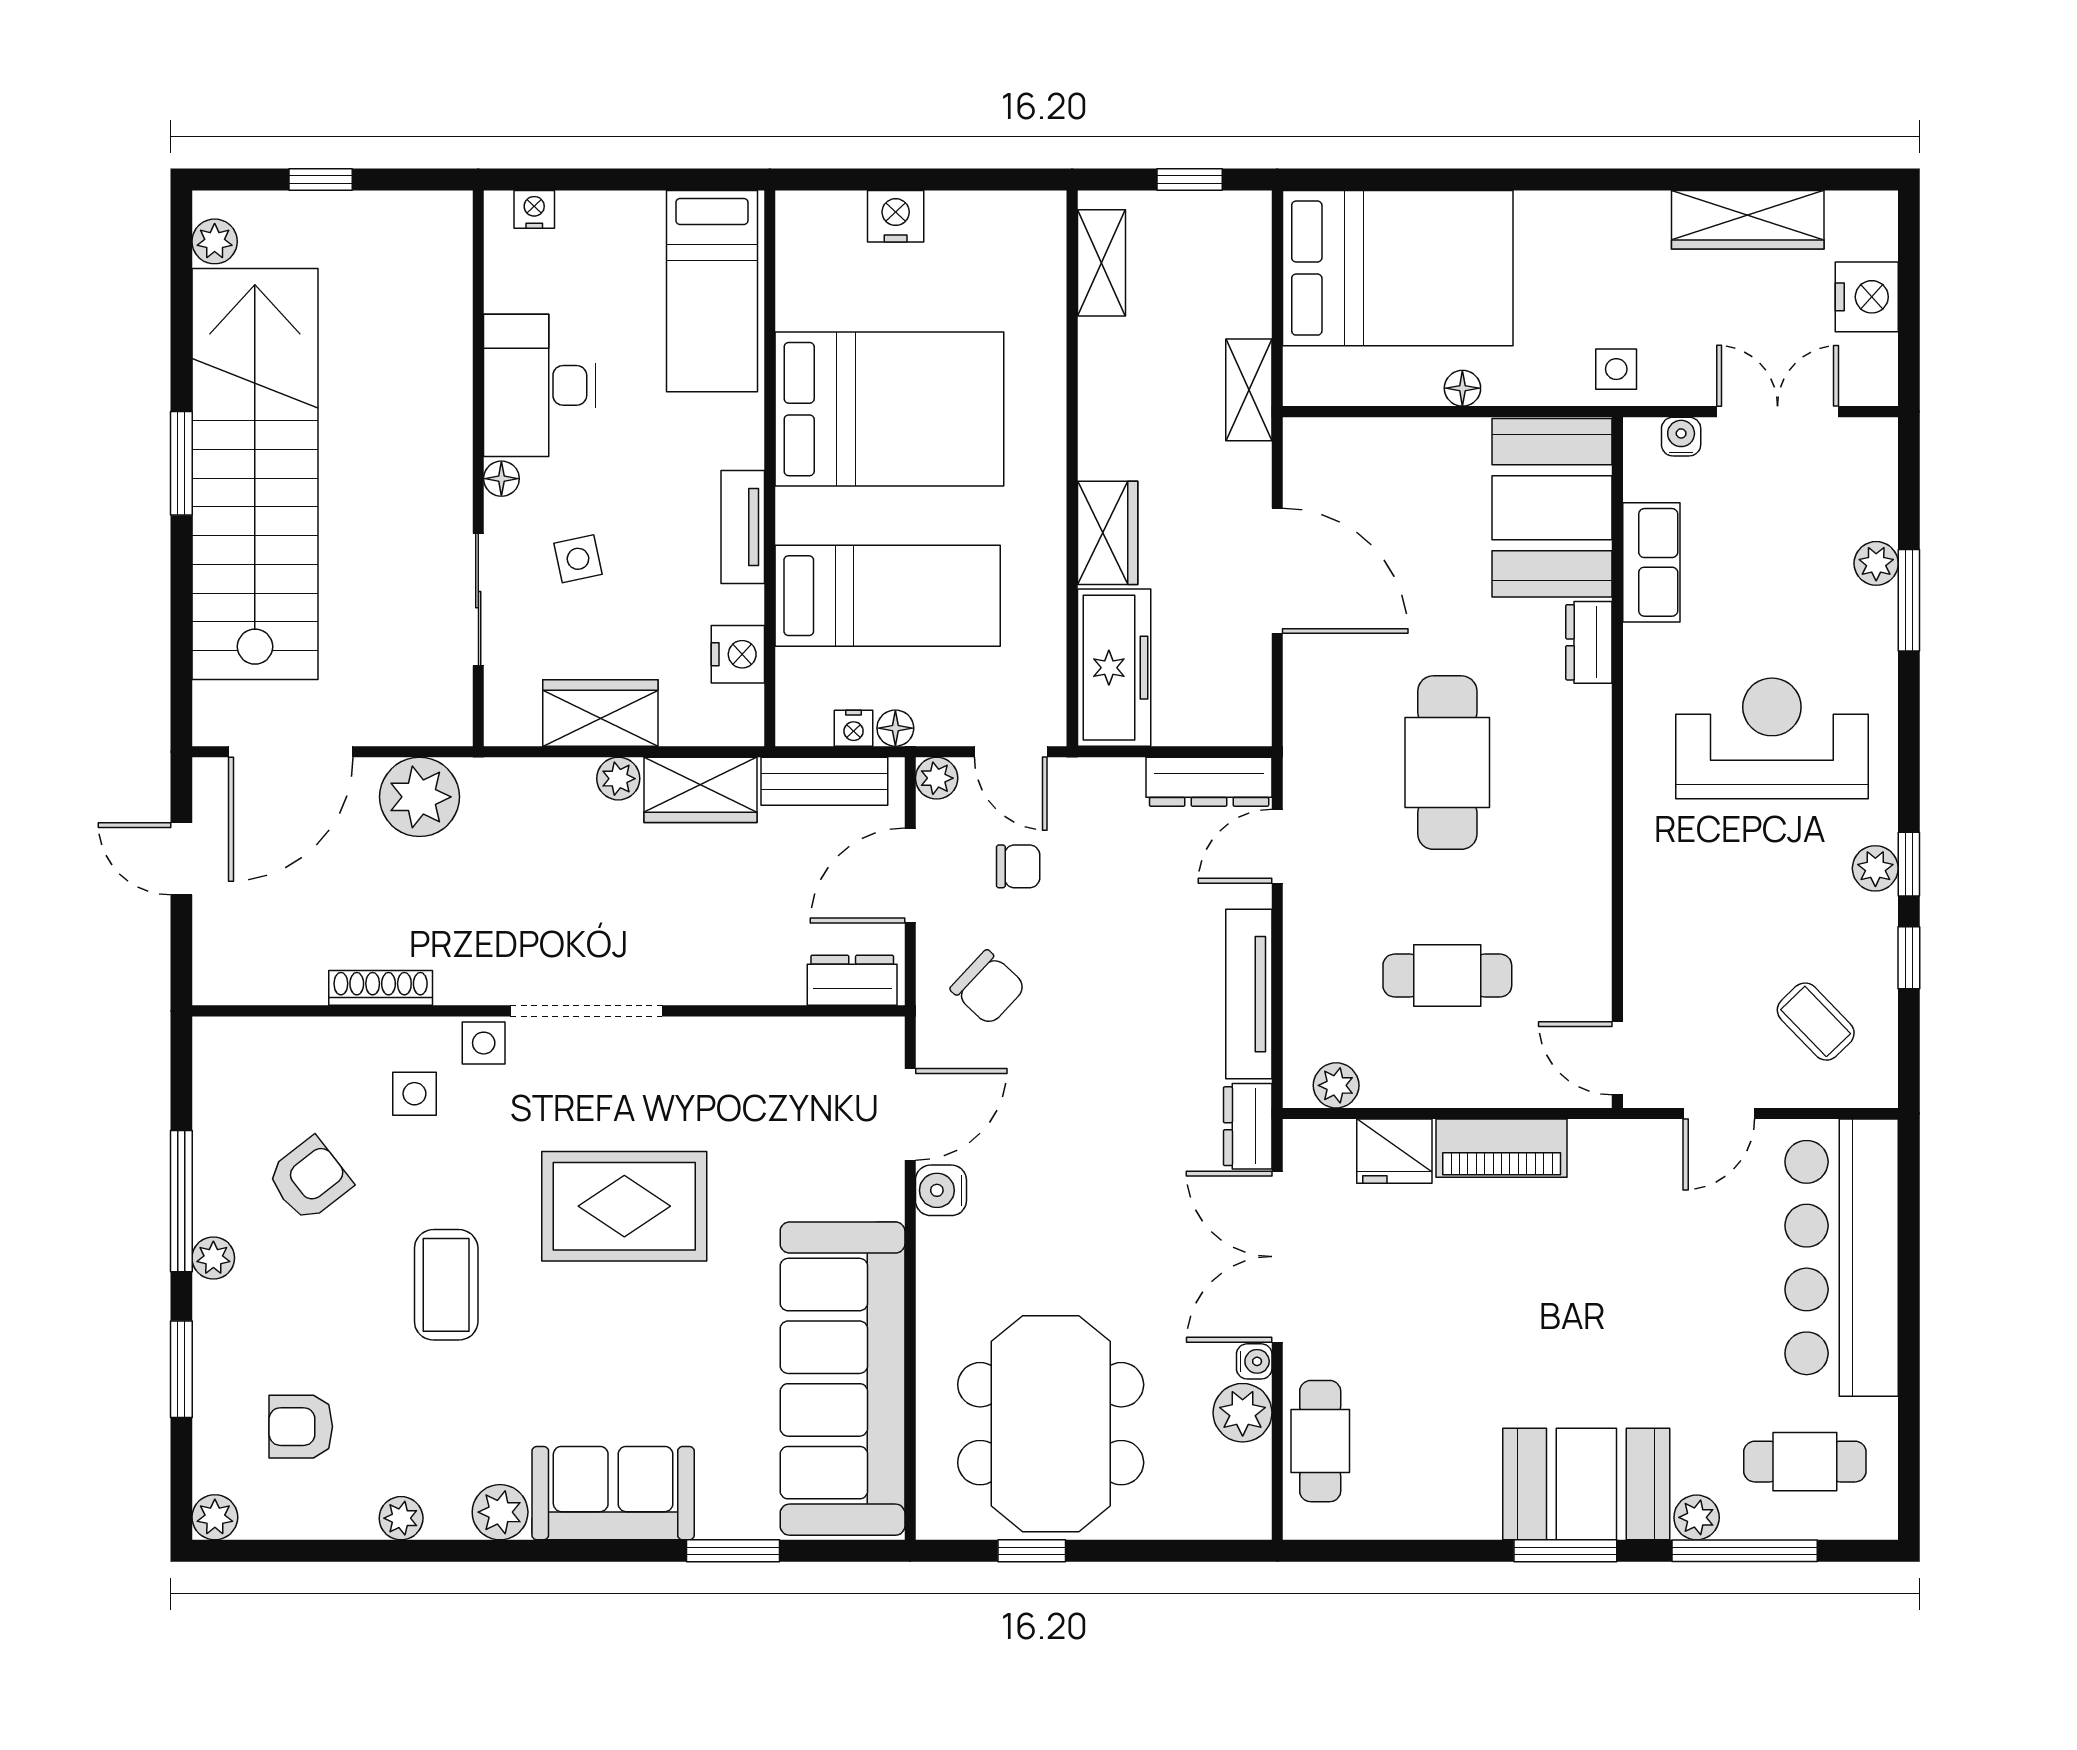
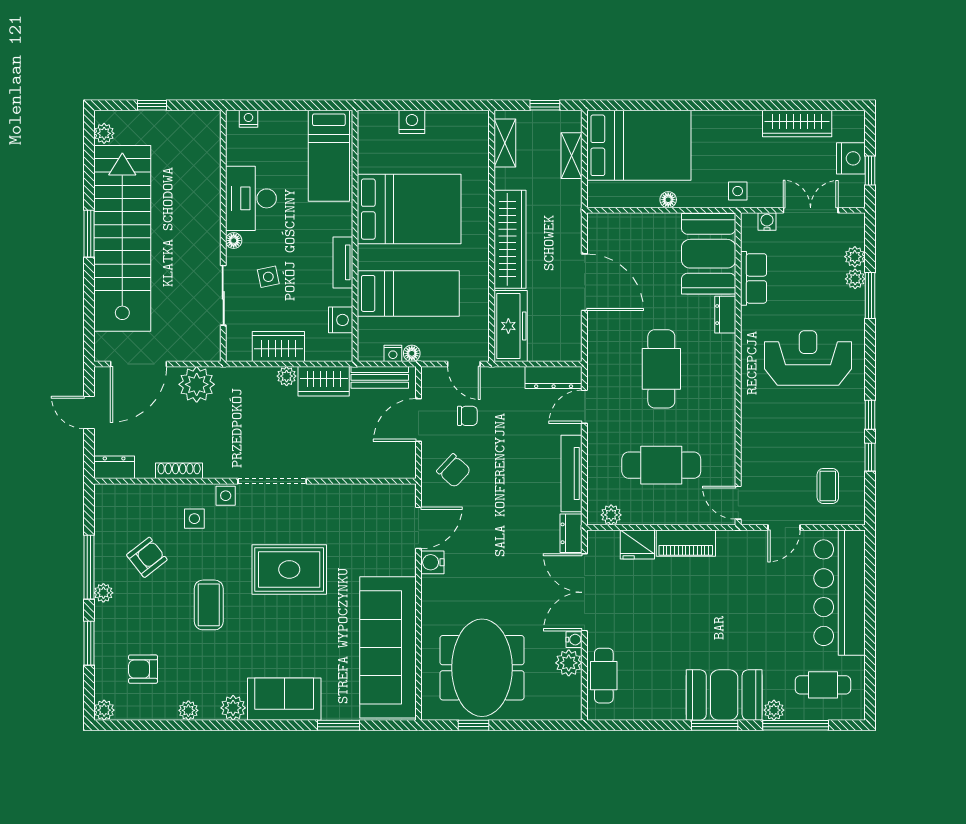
window: (1909, 324) -> (870, 170), added
shelving: (1249, 390) -> (572, 156), moved
wardrobe: (1108, 533) -> (510, 239), width x2.10, depth x1.17
plant: (937, 778) -> (430, 376), removed
plant: (1875, 868) -> (855, 257), moved
cafe table: (1447, 976) -> (661, 465), width x1.37, depth x1.35
dresser: (852, 980) -> (114, 467), moved
coffee table: (1816, 1022) -> (828, 486), turned 44

